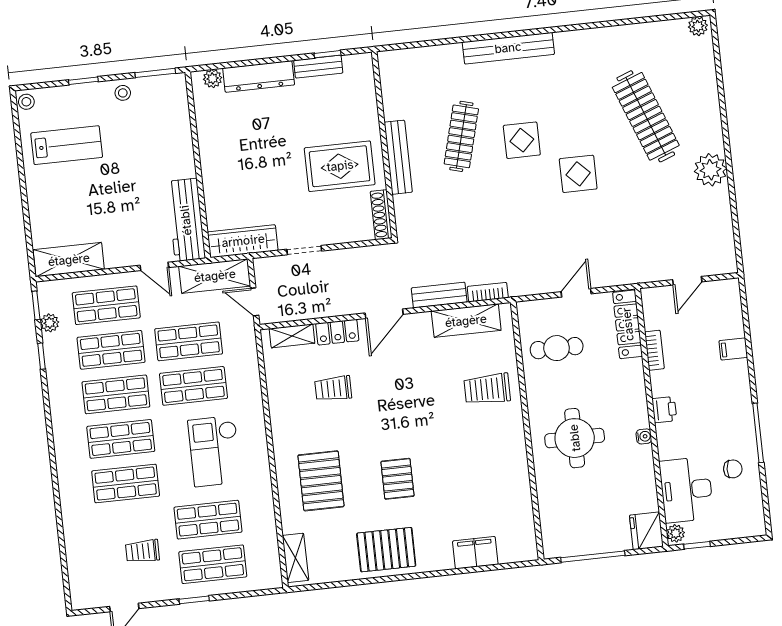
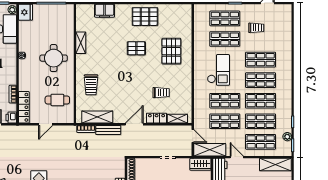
wardrobe: (243, 241) -> (200, 164), width x0.67
trolley: (487, 389) -> (91, 85), turned 90
printer: (664, 410) -> (11, 117), moved
pallet: (397, 479) -> (136, 48), turned 90
shelving: (295, 558) -> (81, 43), moved

